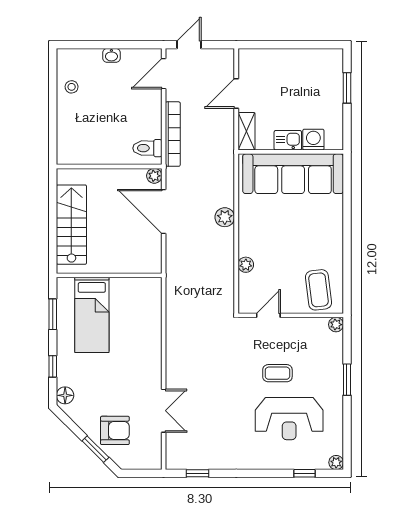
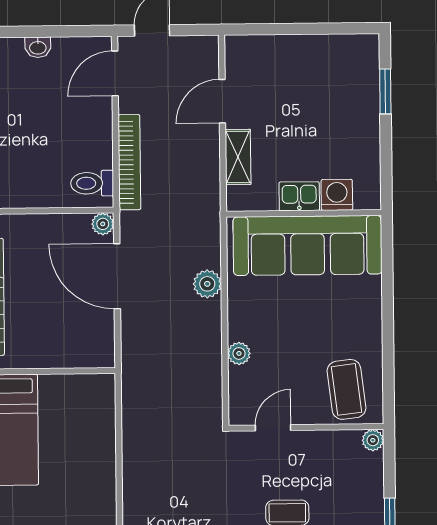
kitchen sink: (288, 140) -> (299, 196), moved
washing machine: (313, 140) -> (337, 195), moved
wall: (291, 152) -> (304, 213), moved
sofa: (293, 174) -> (308, 245), moved

